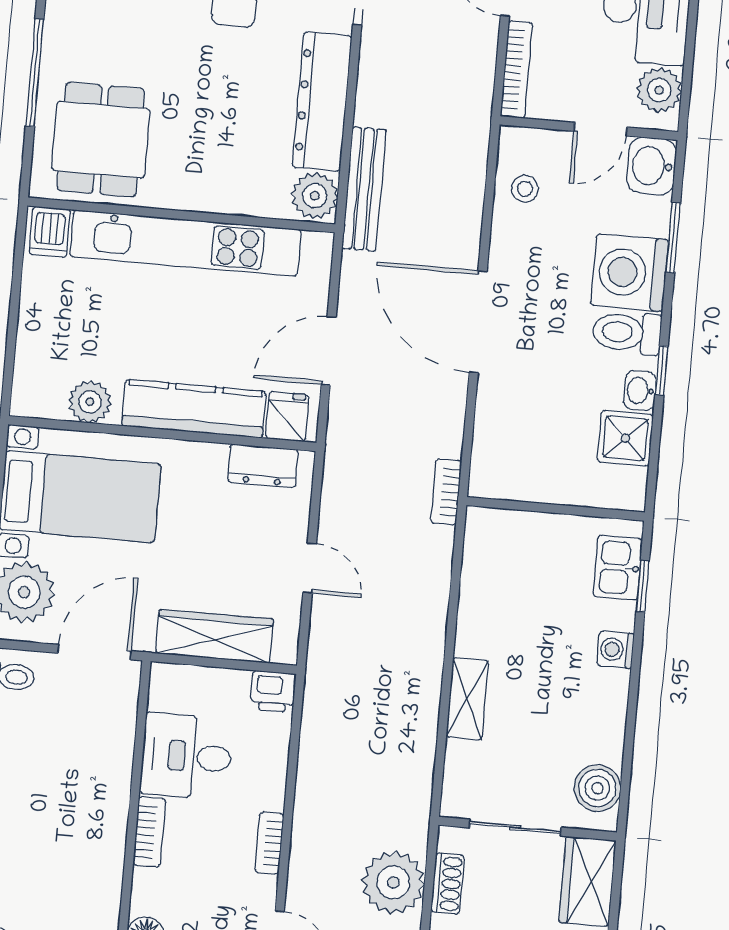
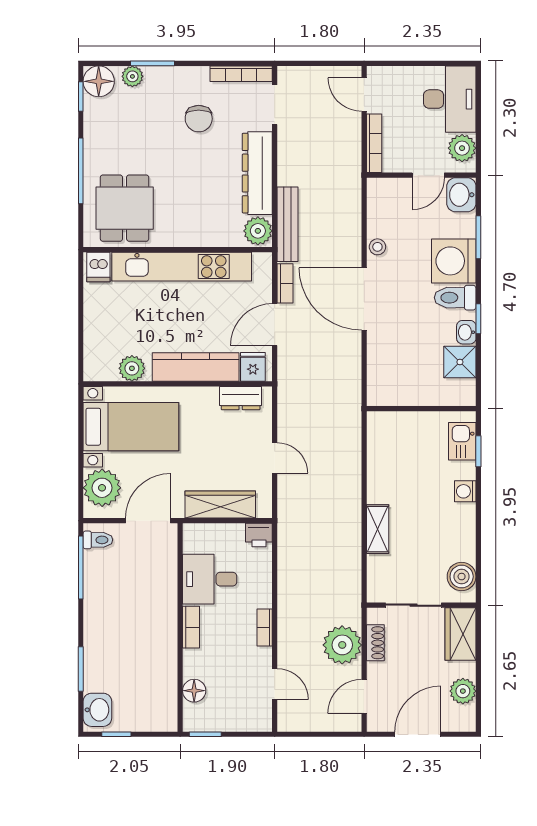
stool: (525, 189) -> (377, 247), moved
bookcase: (446, 492) -> (285, 283), moved, turned 180

